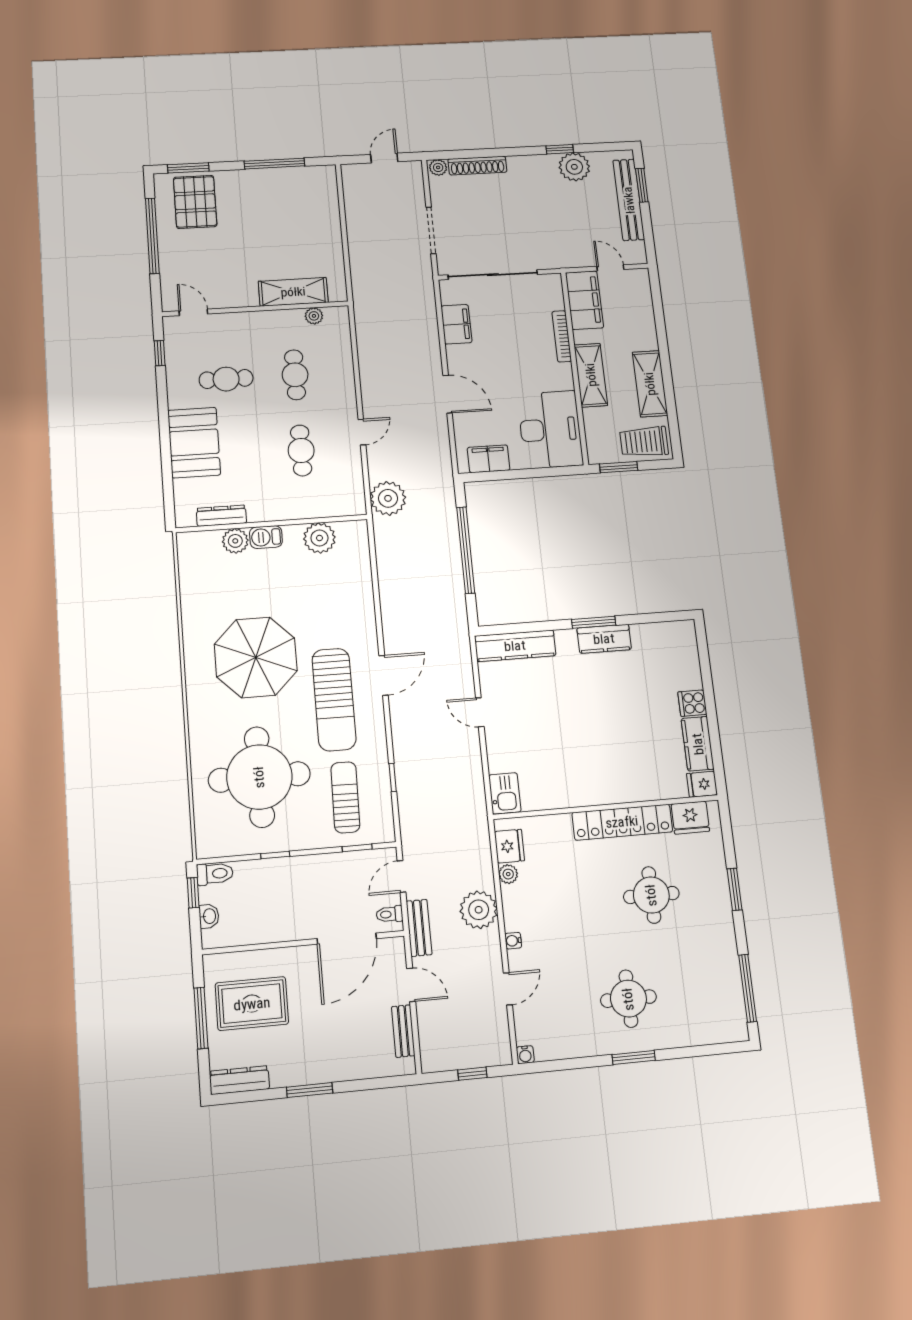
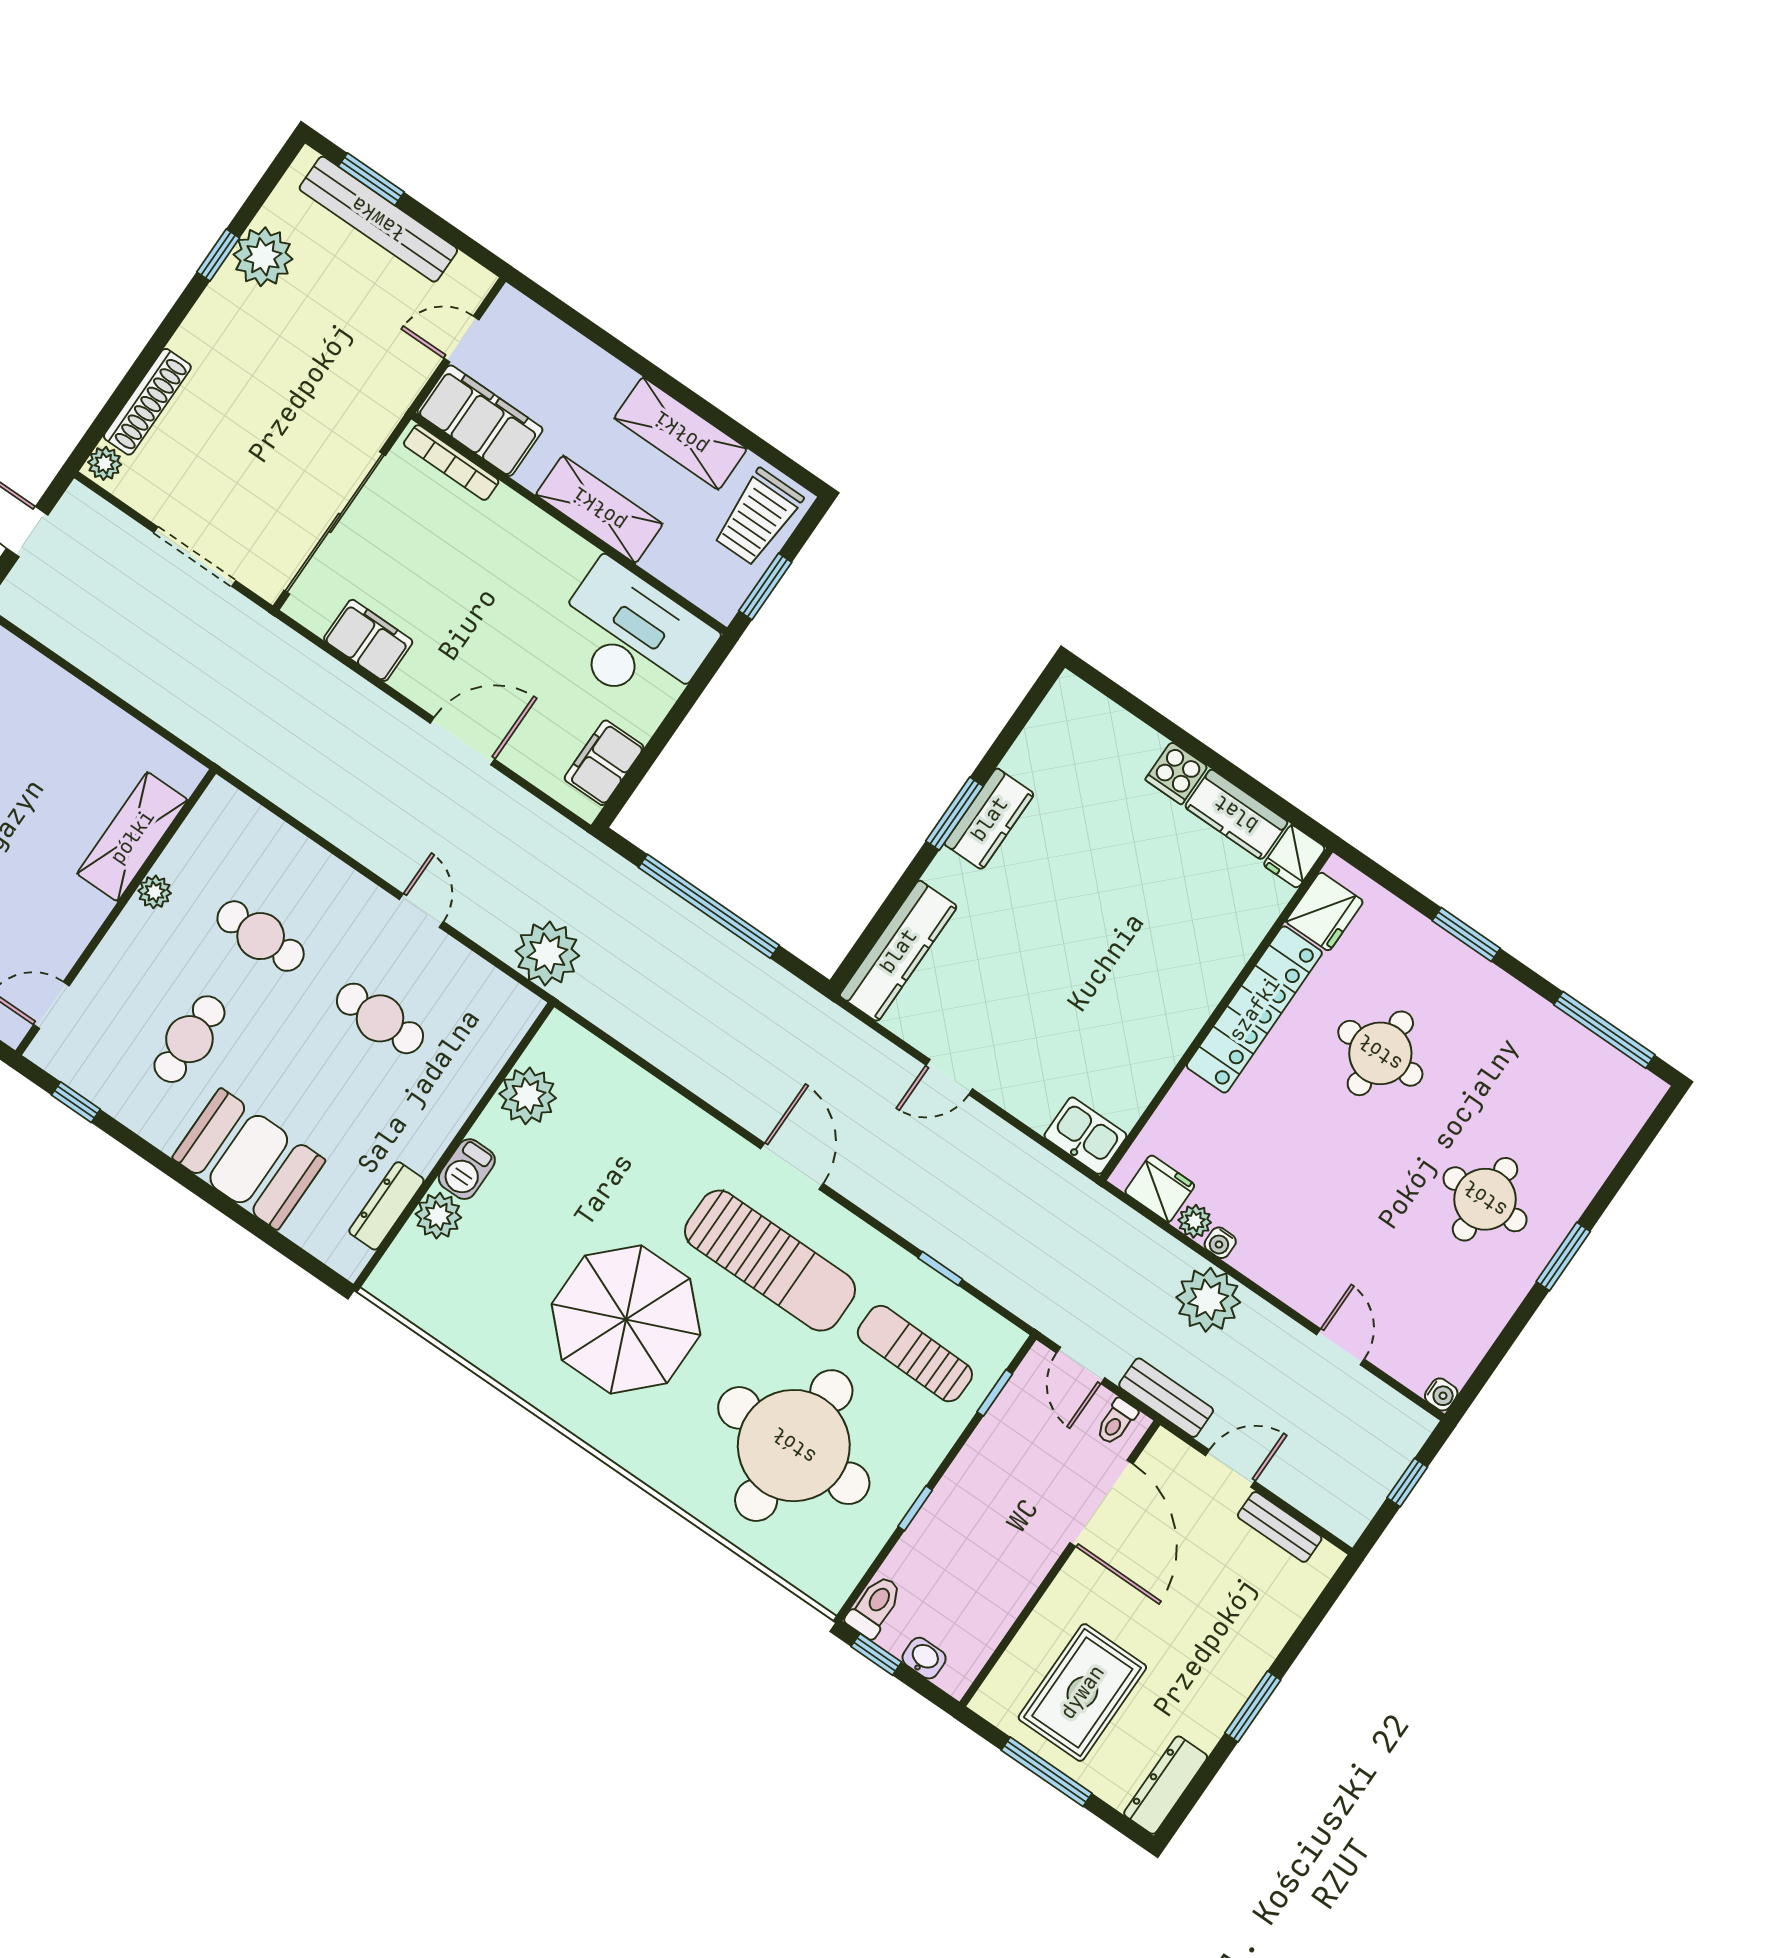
plant: (314, 316) -> (155, 892), moved
bookcase: (562, 336) -> (451, 463), moved
water cooler: (513, 941) -> (1220, 1243), moved

